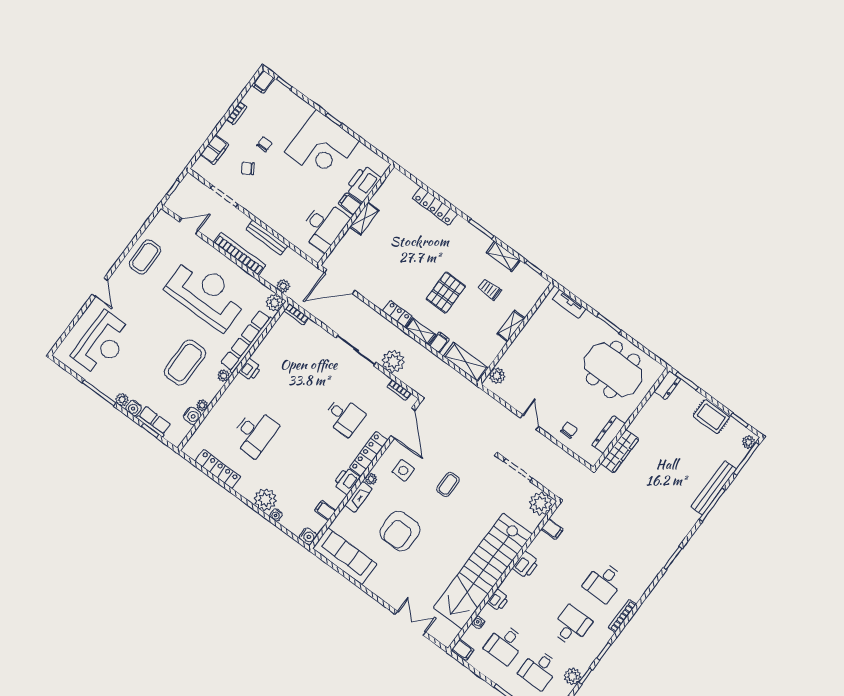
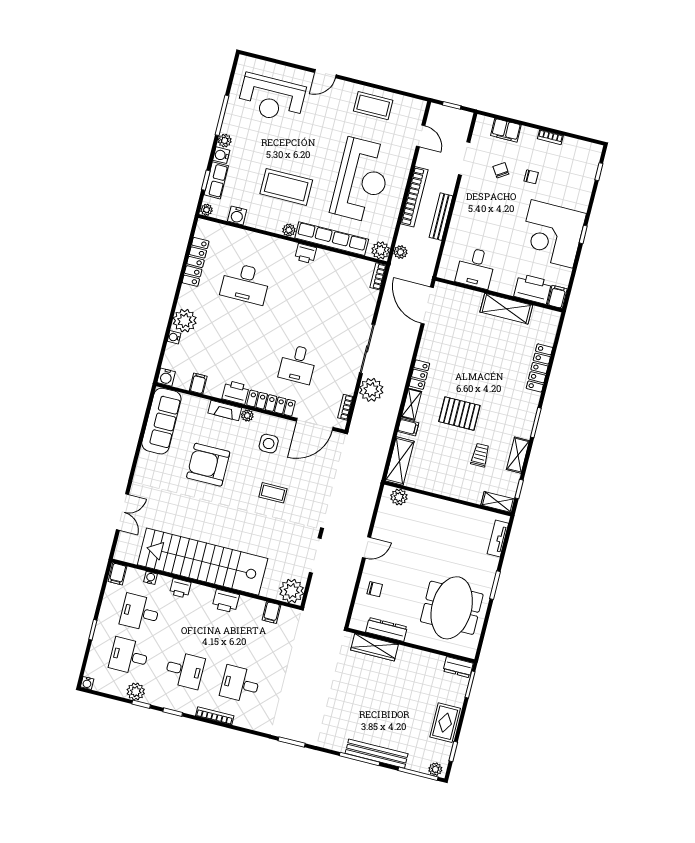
filing cabinet: (263, 82) -> (592, 150), removed
filing cabinet: (350, 204) -> (557, 297), moved
shelving: (364, 219) -> (506, 309), width x1.50, depth x1.33
desk: (324, 226) -> (476, 268), width x0.73
shelving: (511, 326) -> (498, 502), moved
plant: (202, 405) -> (206, 210), moved

